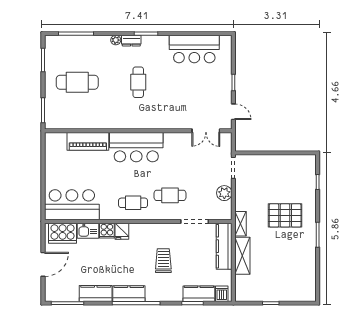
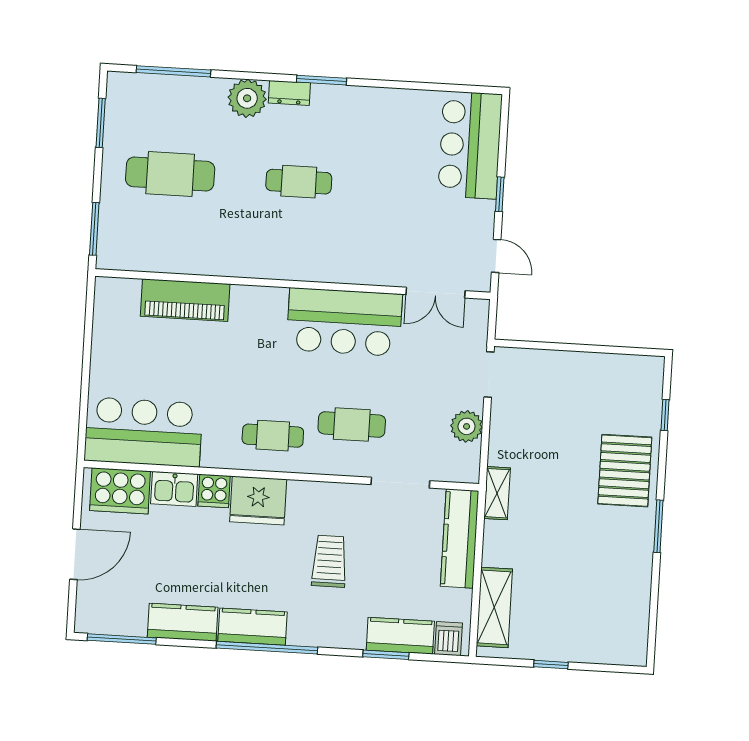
plant: (116, 40) -> (247, 98), width x1.88, depth x1.88
bar counter: (194, 49) -> (470, 145), moved, turned 90
cafe table: (138, 82) -> (299, 182), turned 90
bar counter: (136, 147) -> (344, 322), moved
pallet: (285, 215) -> (625, 471), moved, turned 90
fridge: (122, 231) -> (258, 501), width x1.88, depth x1.34
shelving: (242, 256) -> (494, 607), moved

